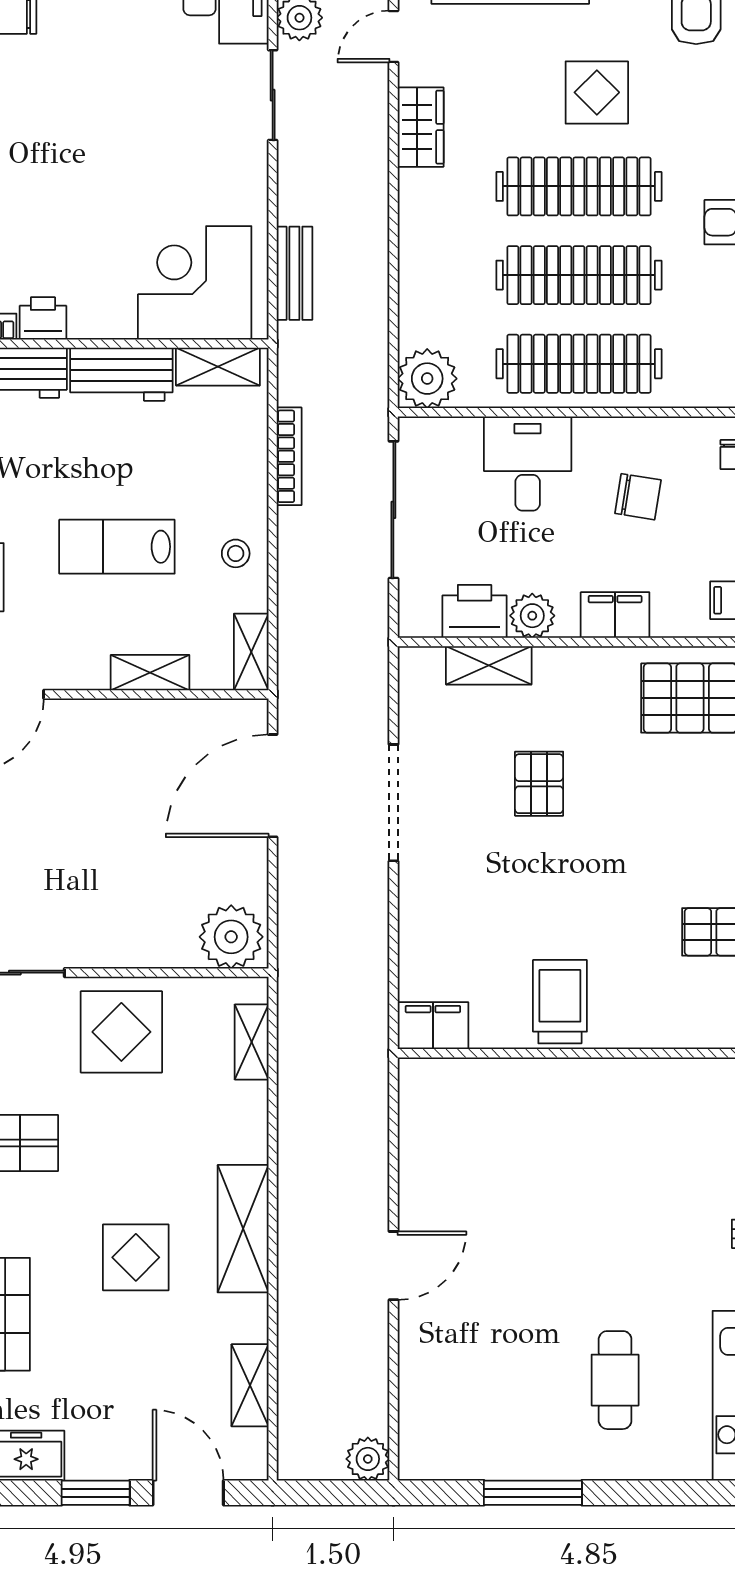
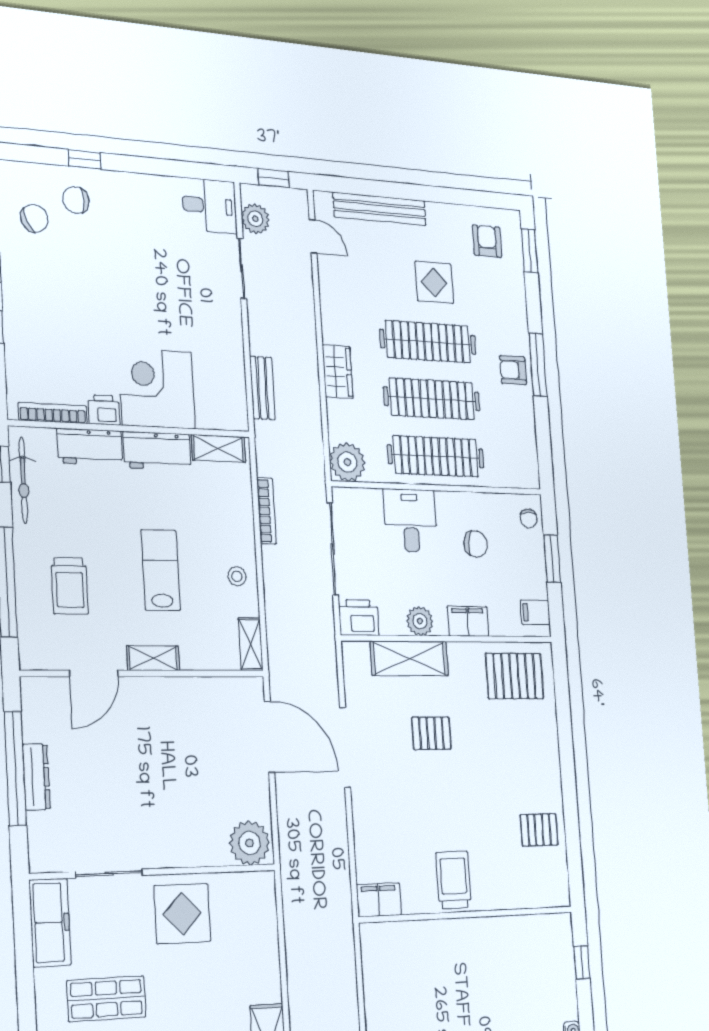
door: (393, 36) -> (313, 236), swing flipped
wardrobe: (421, 127) -> (338, 372), moved
corner desk: (195, 283) -> (157, 388), moved
lab bench: (117, 547) -> (161, 570), turned 90
printer: (475, 611) -> (359, 618), moved
shelving: (489, 665) -> (409, 658), width x1.50, depth x1.33
shelving: (150, 673) -> (153, 658), moved
pallet: (539, 784) -> (431, 733), turned 90
door: (273, 786) -> (269, 737), swing flipped
shelving: (252, 1042) -> (267, 917), removed

